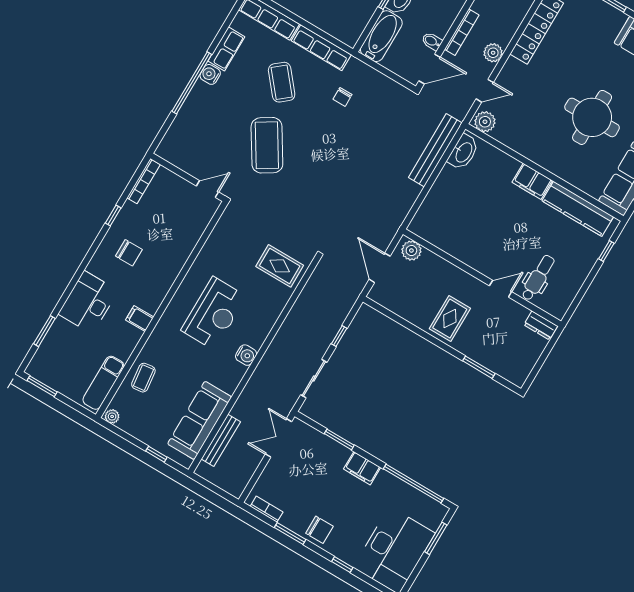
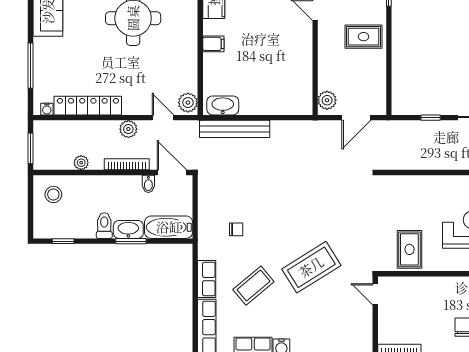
row of seats: (321, 48) -> (207, 279), width x0.68
filing cabinet: (532, 181) -> (213, 44), width x0.50
rug: (280, 266) -> (409, 249), moved

